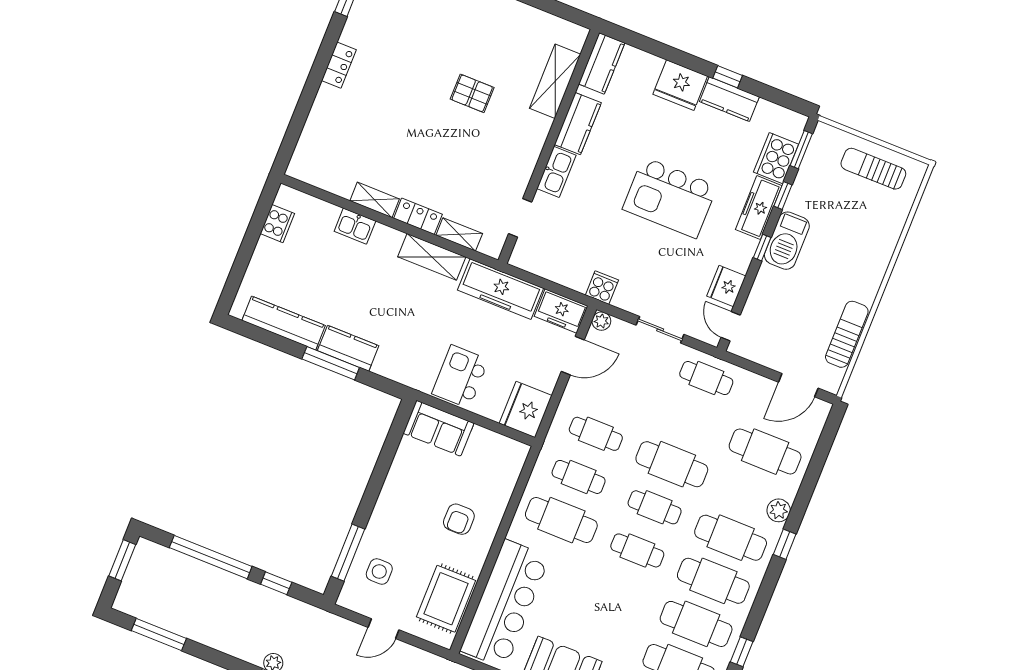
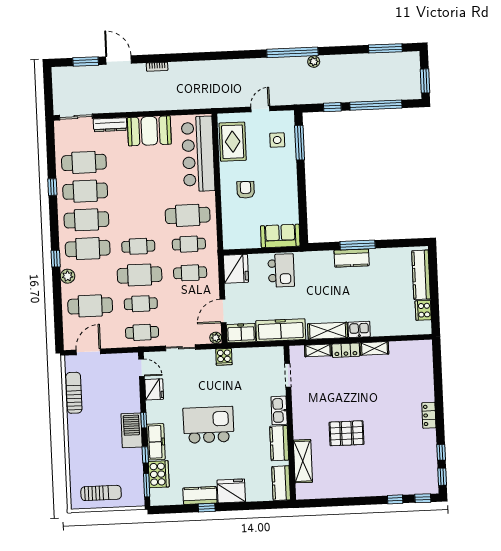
pallet: (472, 93) -> (347, 433), width x1.50, depth x1.42
kitchen sink: (355, 226) -> (359, 329), moved
kitchen counter: (284, 323) -> (421, 275), moved, turned 90
sun lounger: (847, 334) -> (74, 393), turned 180
cafe table: (637, 550) -> (141, 304), moved

